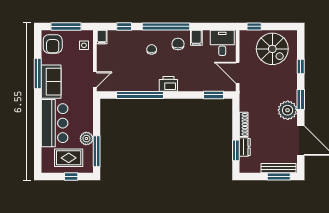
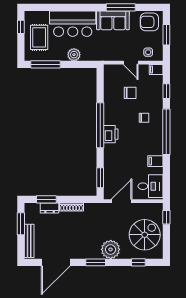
window: (66, 26) -> (166, 35), width x0.69
chair: (178, 44) -> (130, 93), moved
spiral stairs: (272, 49) -> (145, 235), turned 180
window: (301, 66) -> (138, 262), moved
door: (95, 79) -> (131, 63), moved
window: (140, 95) -> (100, 125), moved
plant: (288, 110) -> (111, 249), moved
plant: (86, 139) -> (74, 55), moved
window: (71, 177) -> (21, 27), moved
window: (279, 177) -> (21, 224), moved

